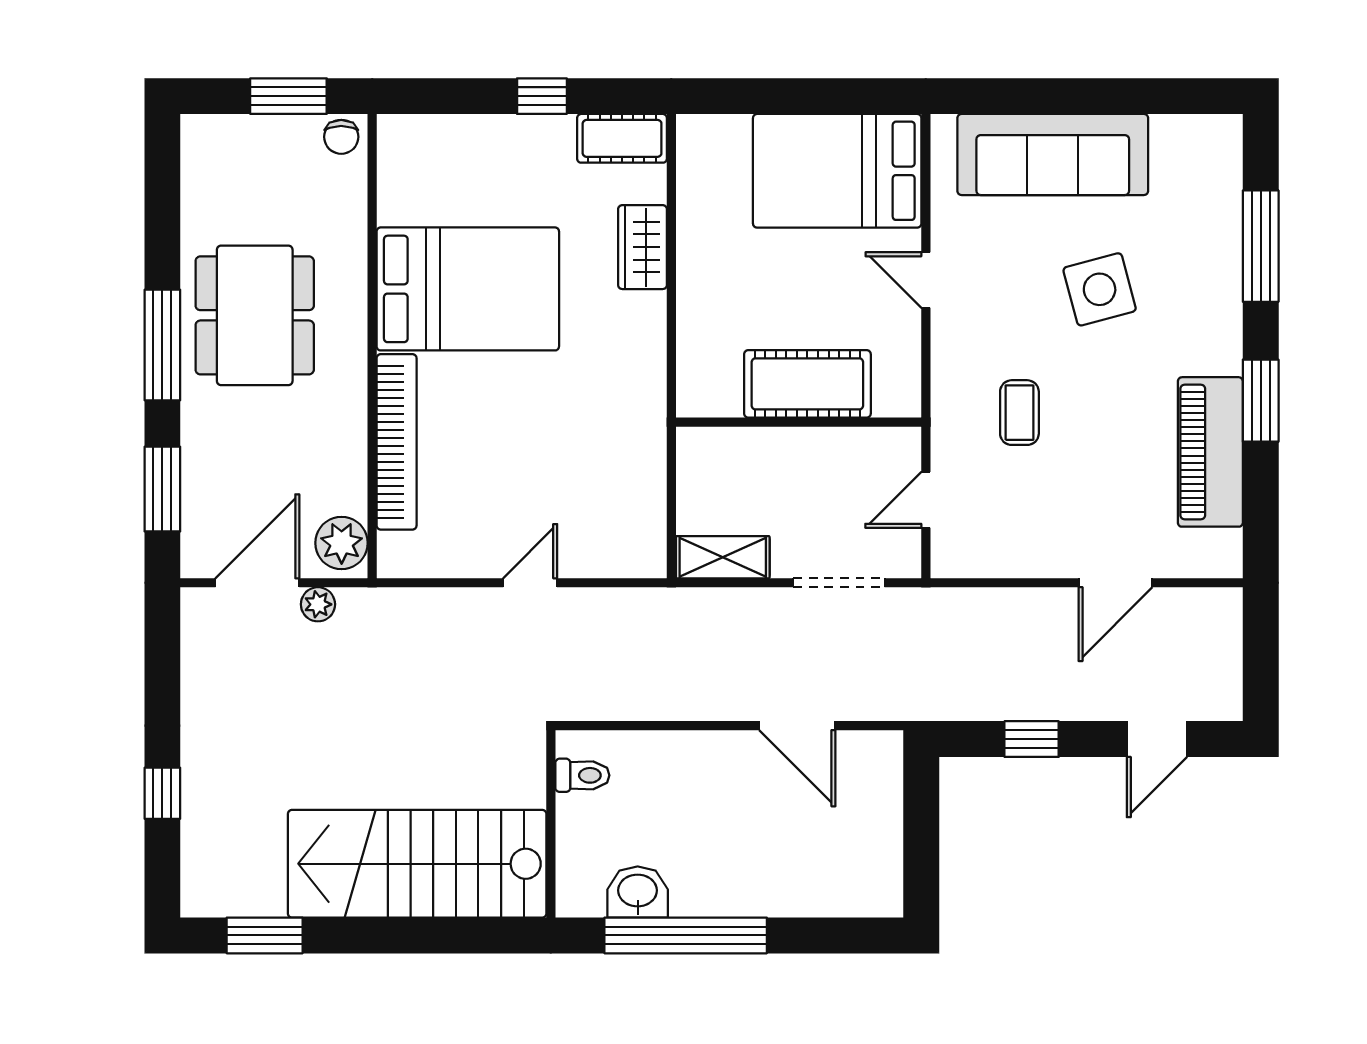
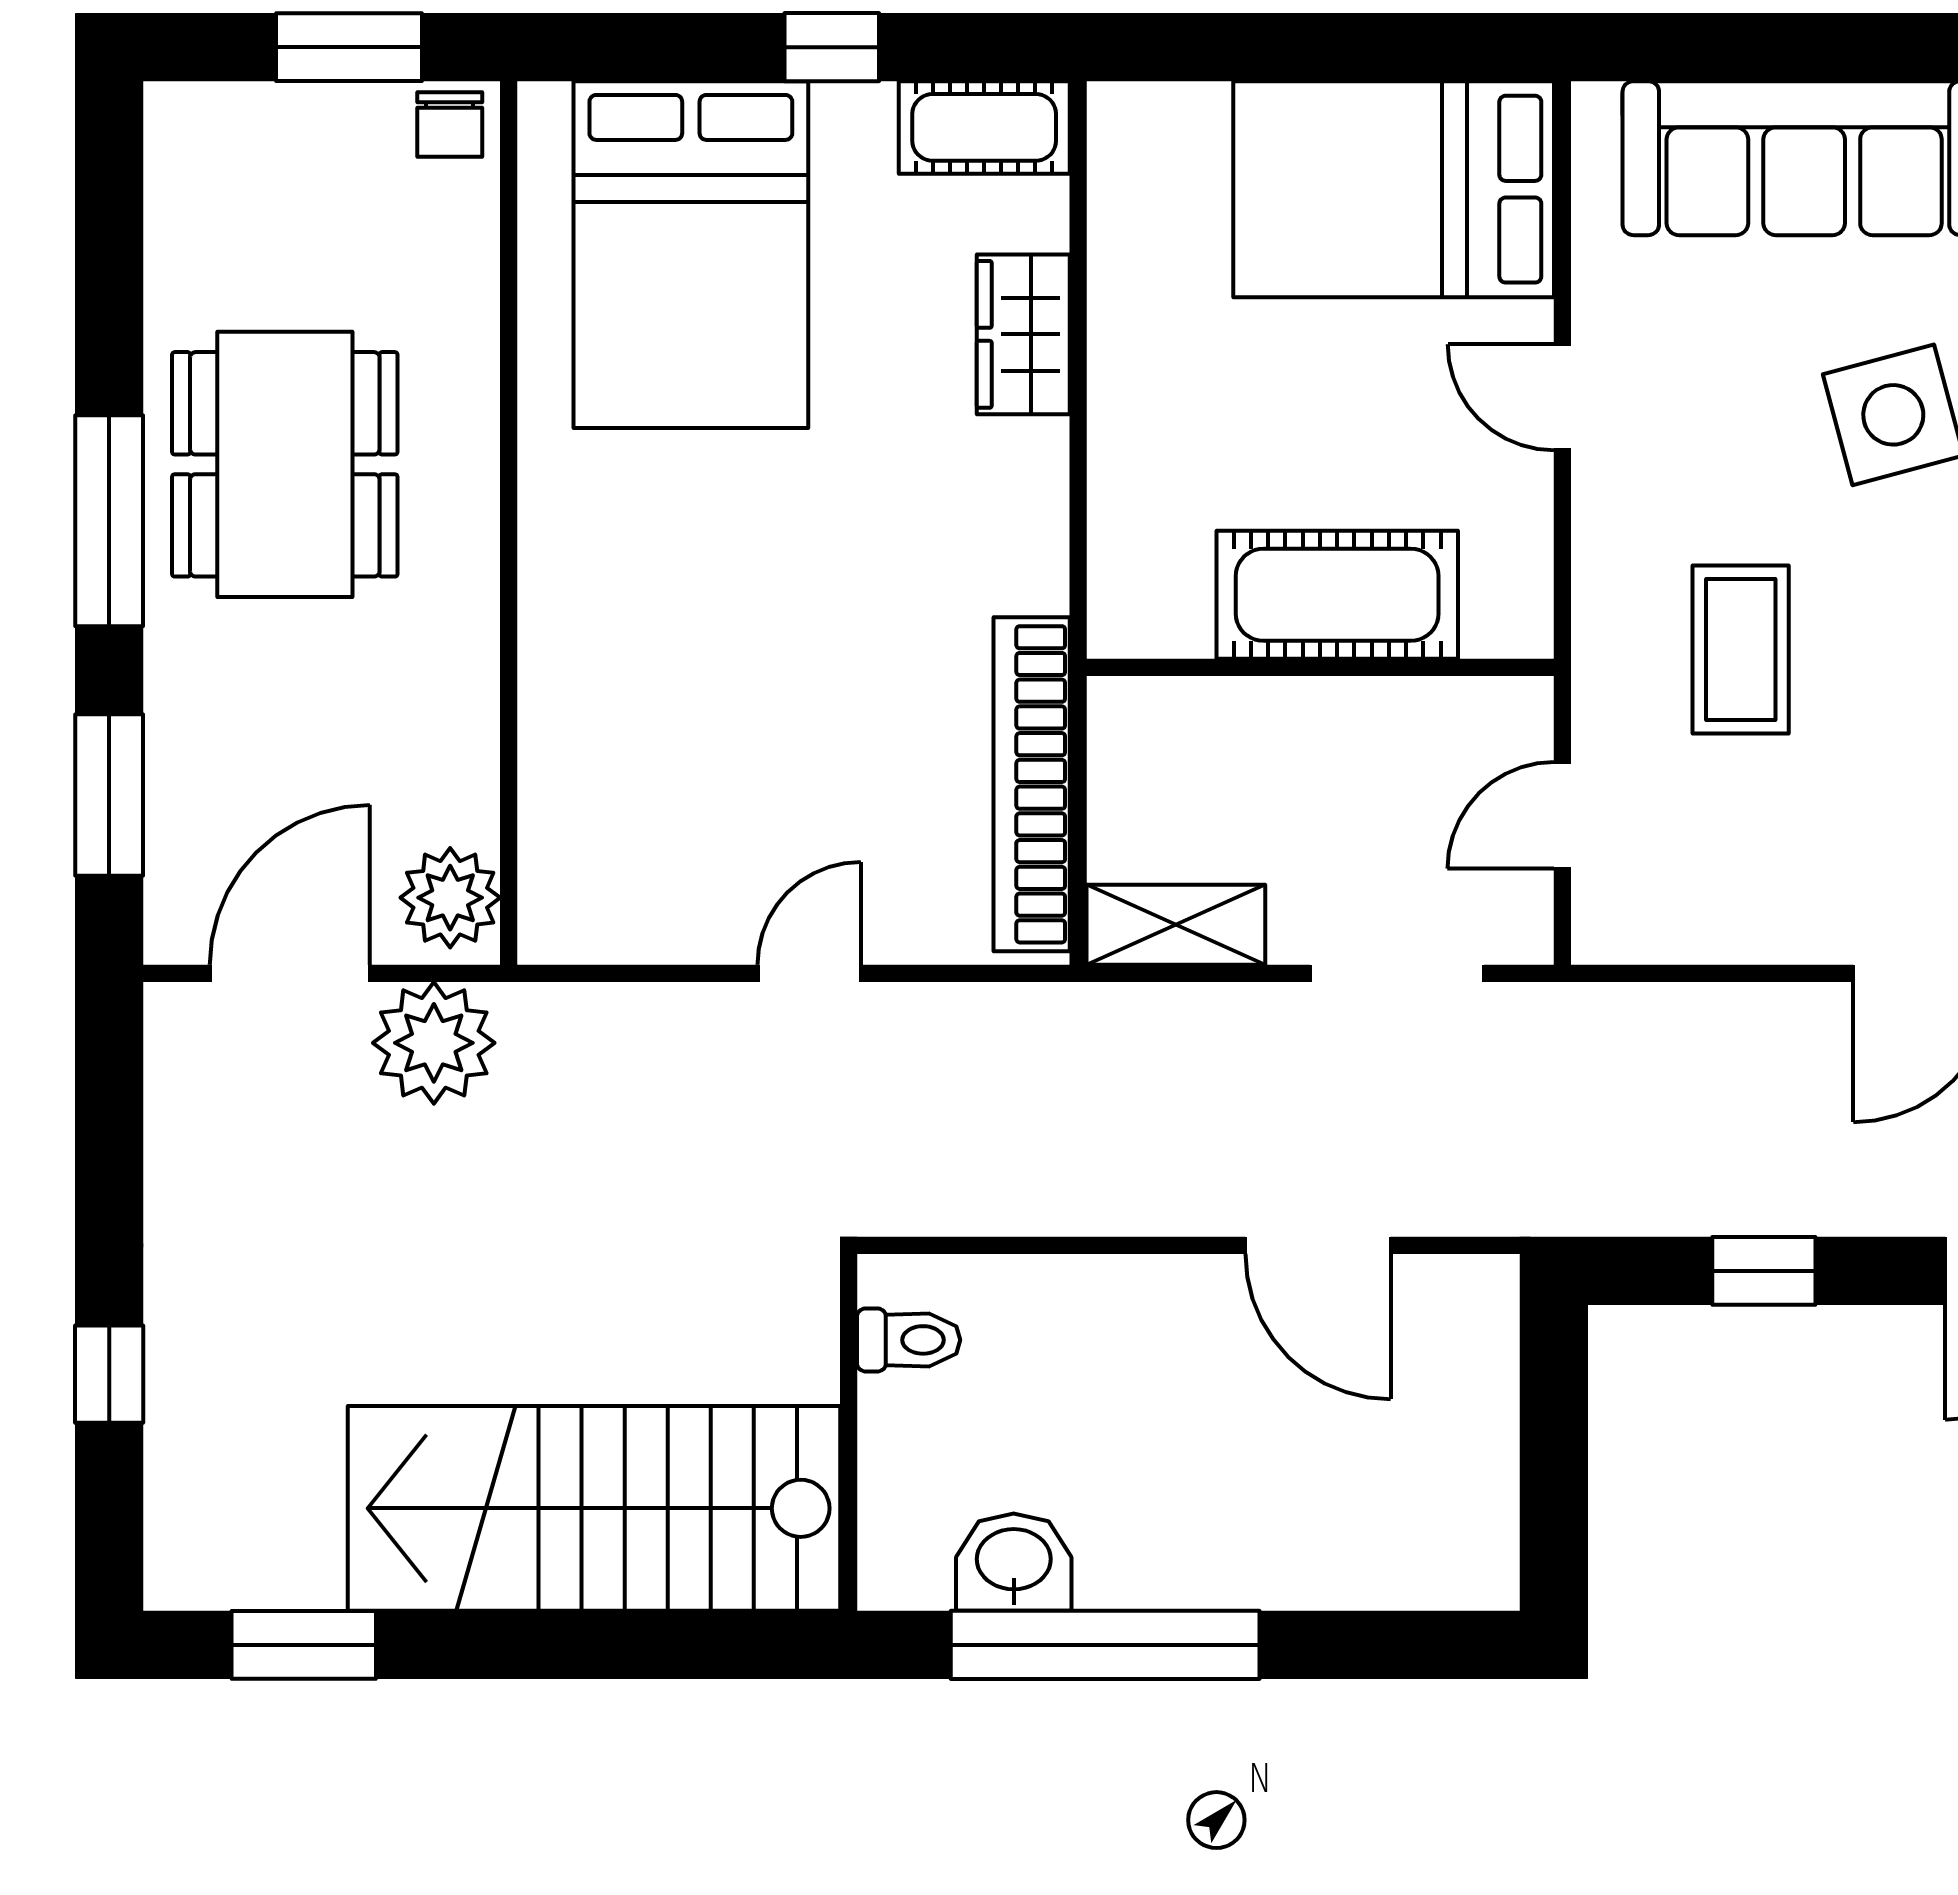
bed: (468, 289) -> (691, 255), moved, turned 90
coffee table: (1019, 413) -> (1741, 649), width x1.36, depth x1.30
bookcase: (397, 442) -> (1032, 784), moved, turned 180
plant: (318, 604) -> (434, 1043), width x1.88, depth x1.88

